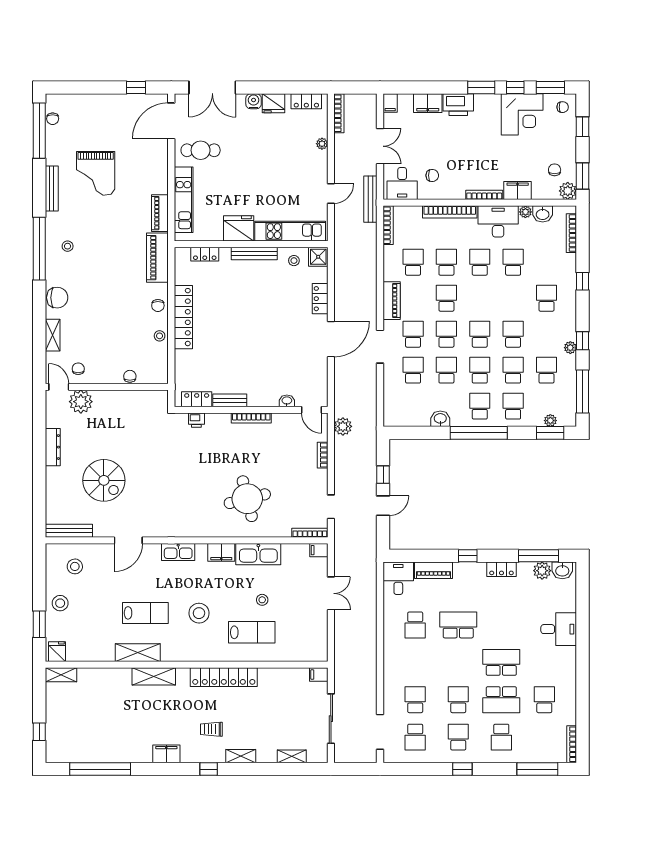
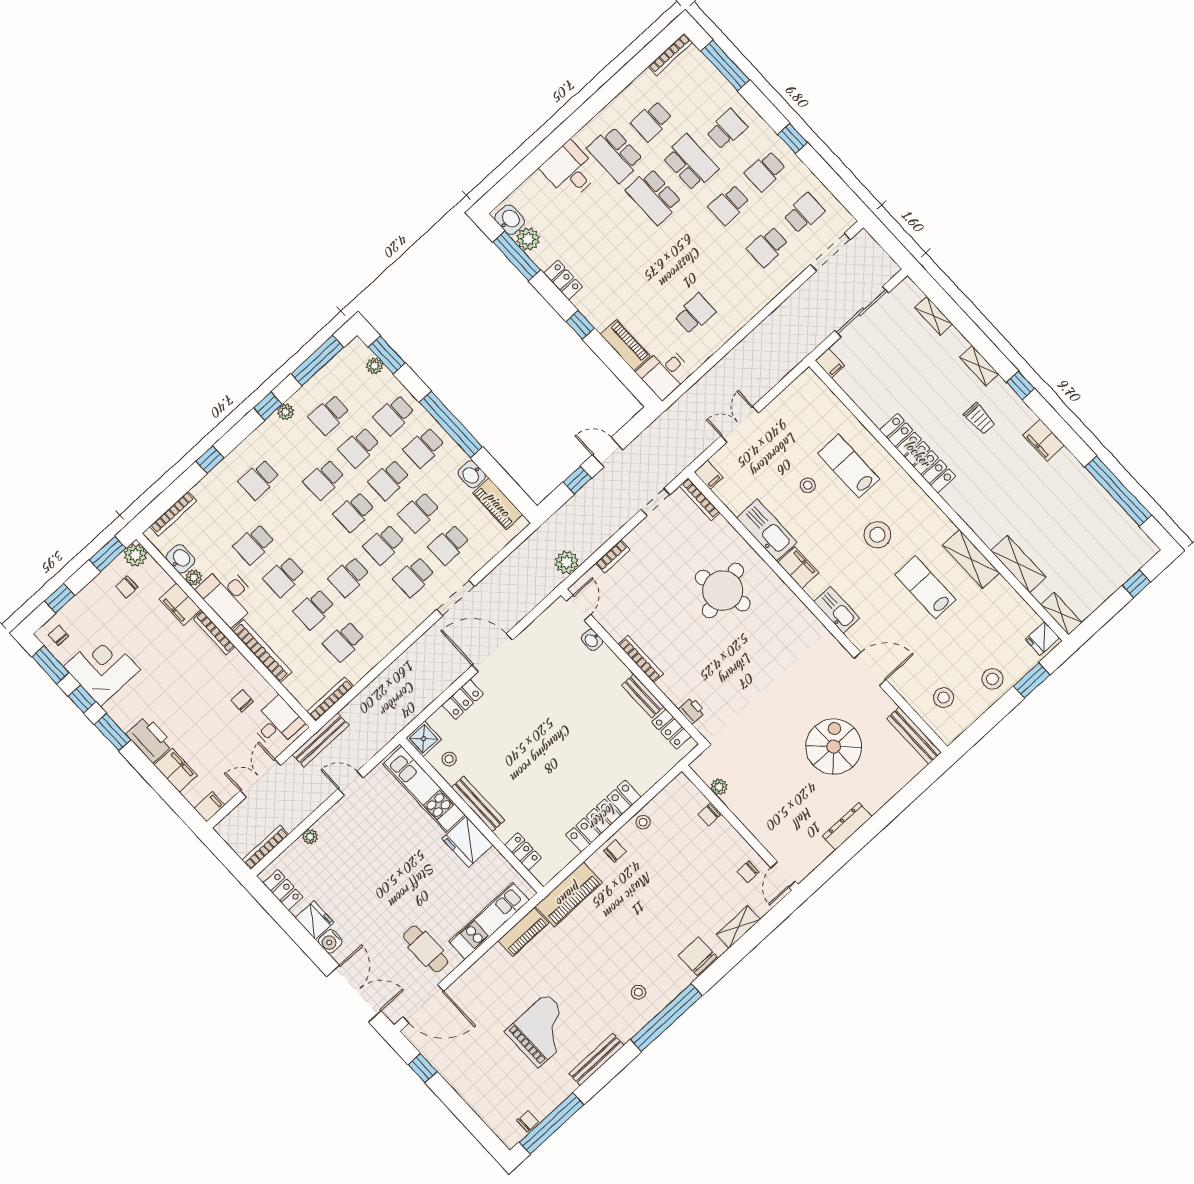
piano: (392, 301) -> (498, 504), moved, turned -90
plant: (81, 402) -> (719, 787), moved, width x0.53, depth x0.53
school desk: (458, 625) -> (615, 155), moved
shelving: (154, 676) -> (1018, 564), moved

